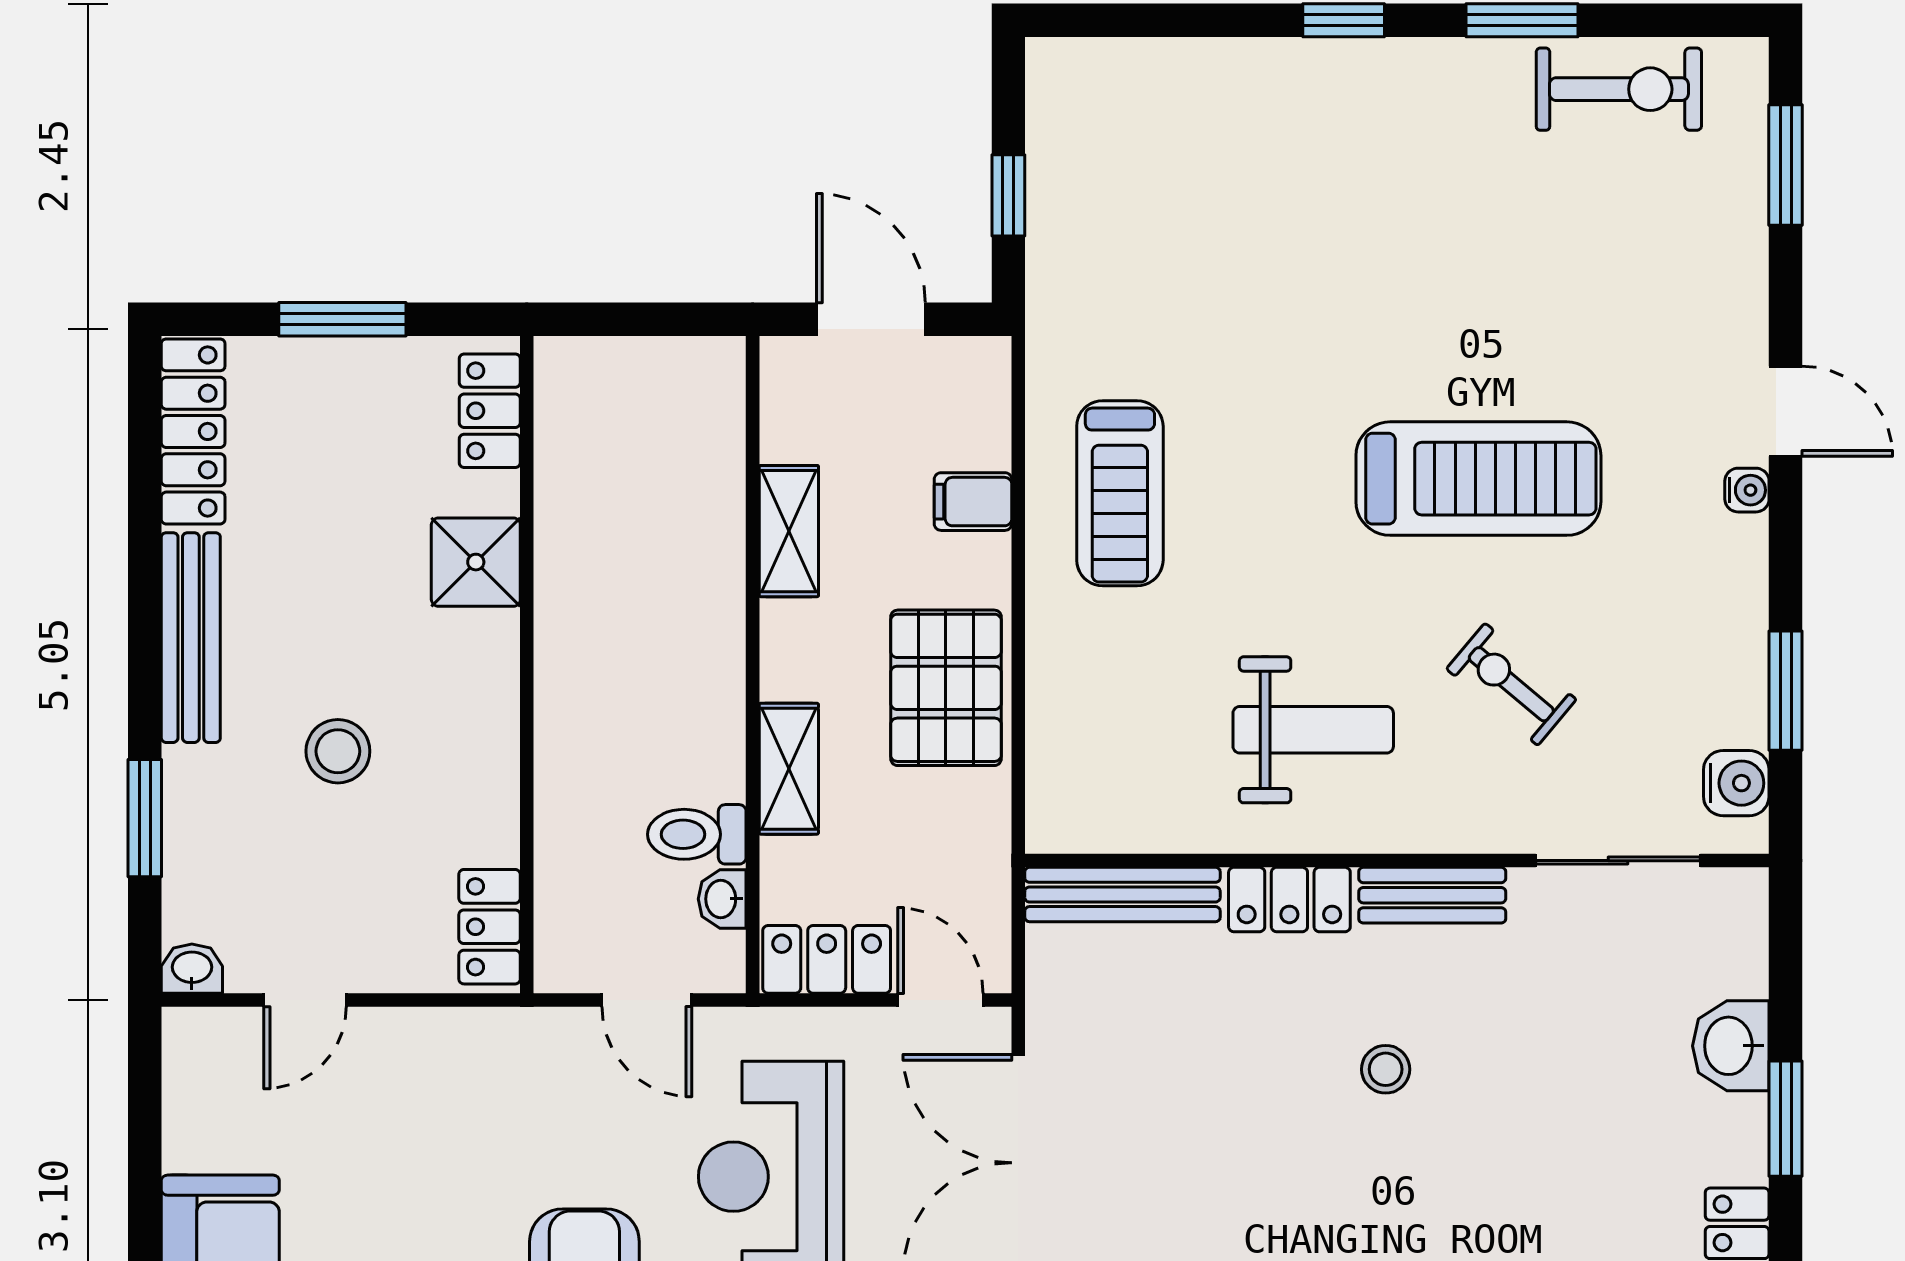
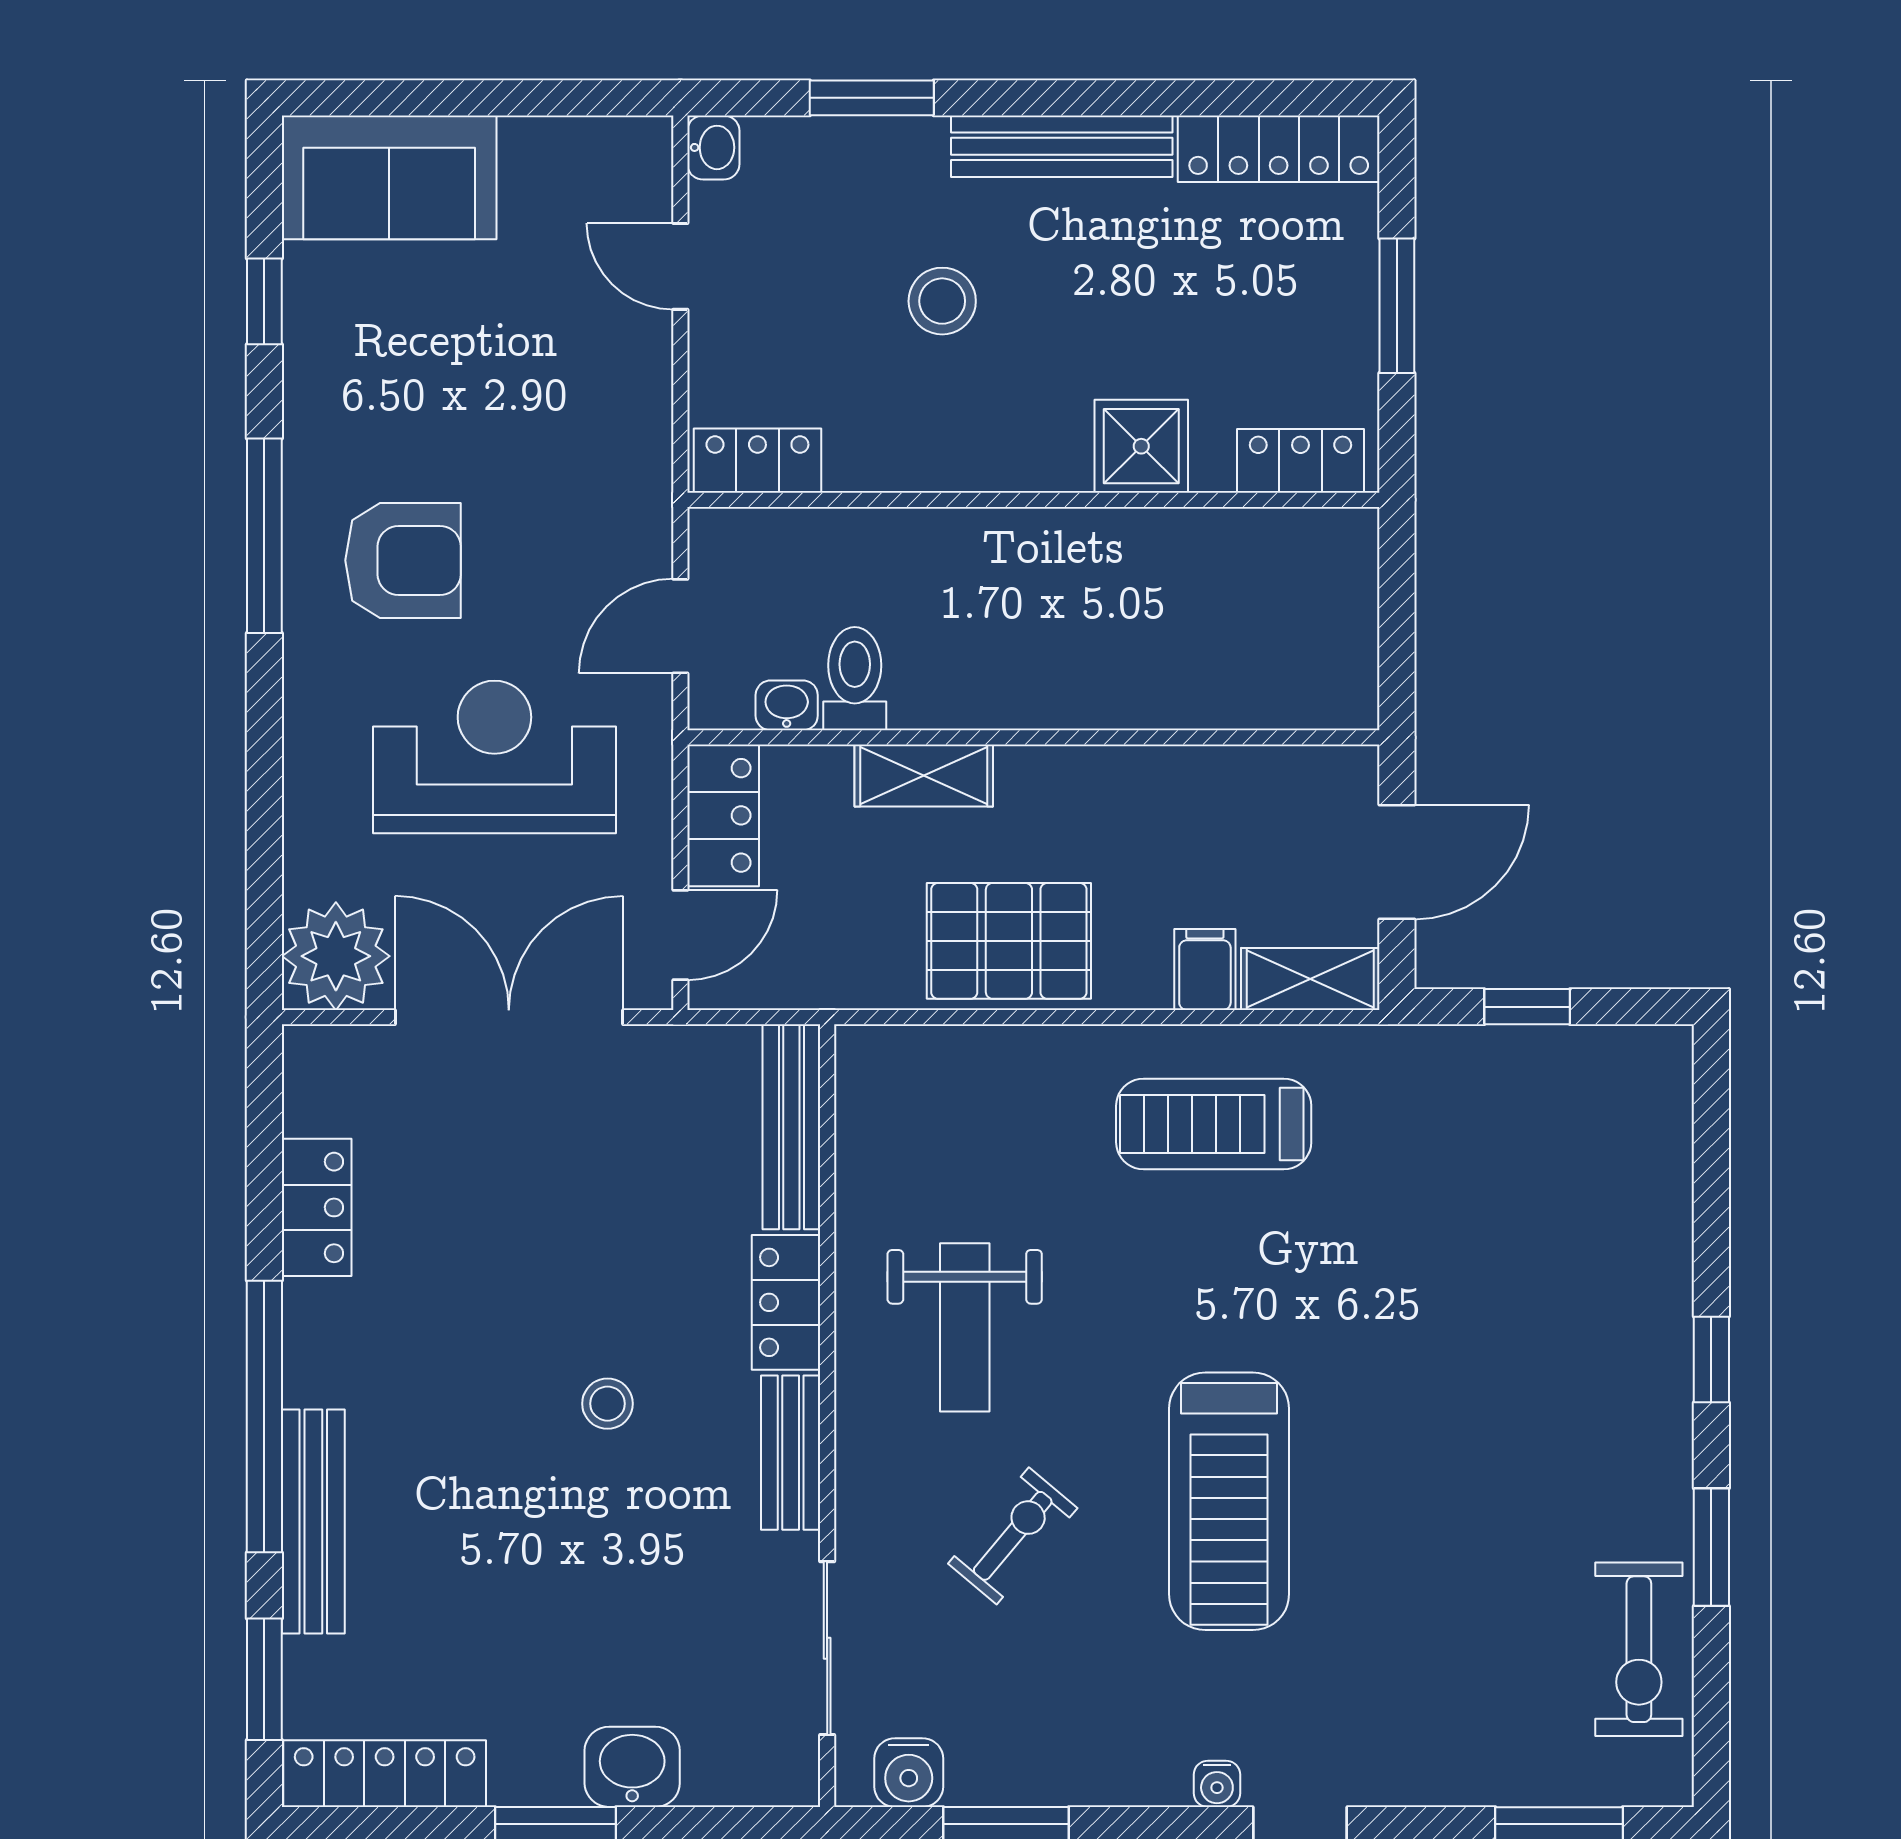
shelving: (789, 531) -> (1310, 979), moved

